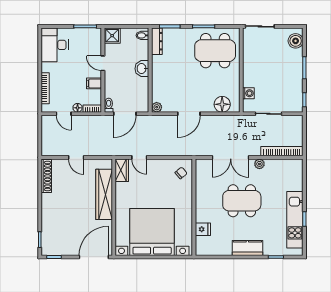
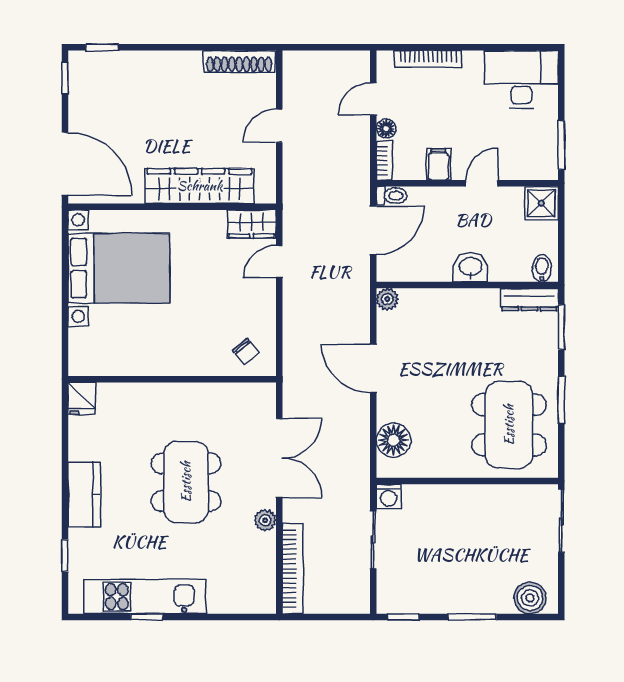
washing machine: (248, 93) -> (389, 496), moved
door: (125, 114) -> (373, 230), swing flipped
double door: (231, 157) -> (279, 458), swing flipped
fridge: (203, 229) -> (82, 398), moved
bed with nightstands: (152, 232) -> (119, 268), width x0.73

